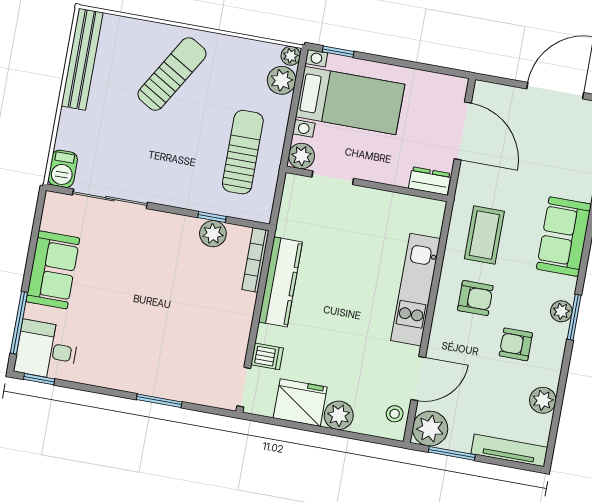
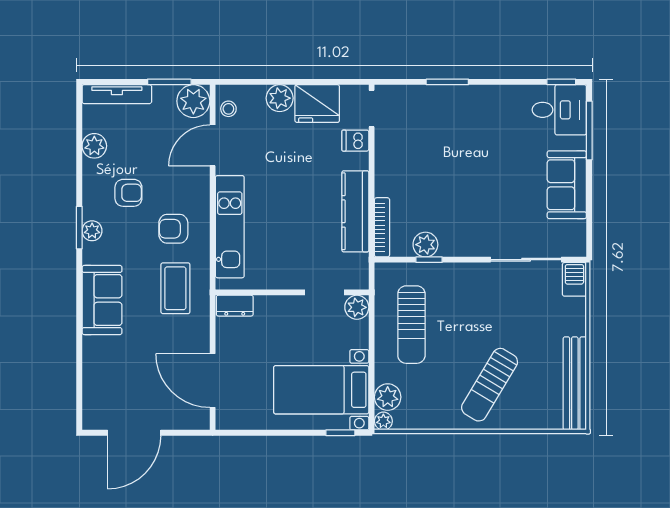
plant: (301, 156) -> (357, 307), moved
doorway: (333, 178) -> (324, 292), moved
dresser: (430, 181) -> (235, 306), moved
wall: (367, 184) -> (292, 292), moved

